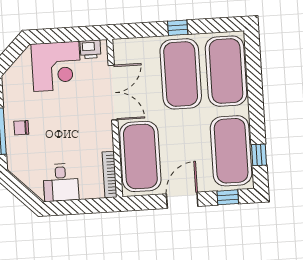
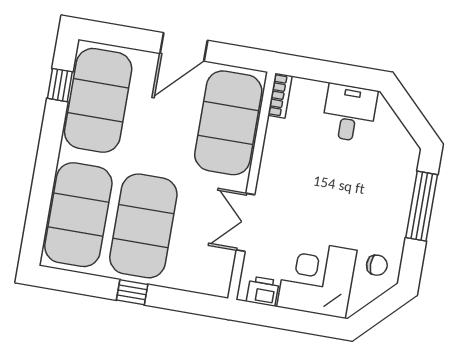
double door: (113, 93) -> (245, 222), width x0.73
chair: (21, 128) -> (377, 265), moved
bookcase: (110, 175) -> (280, 96), width x0.64
window: (228, 197) -> (118, 36), removed

